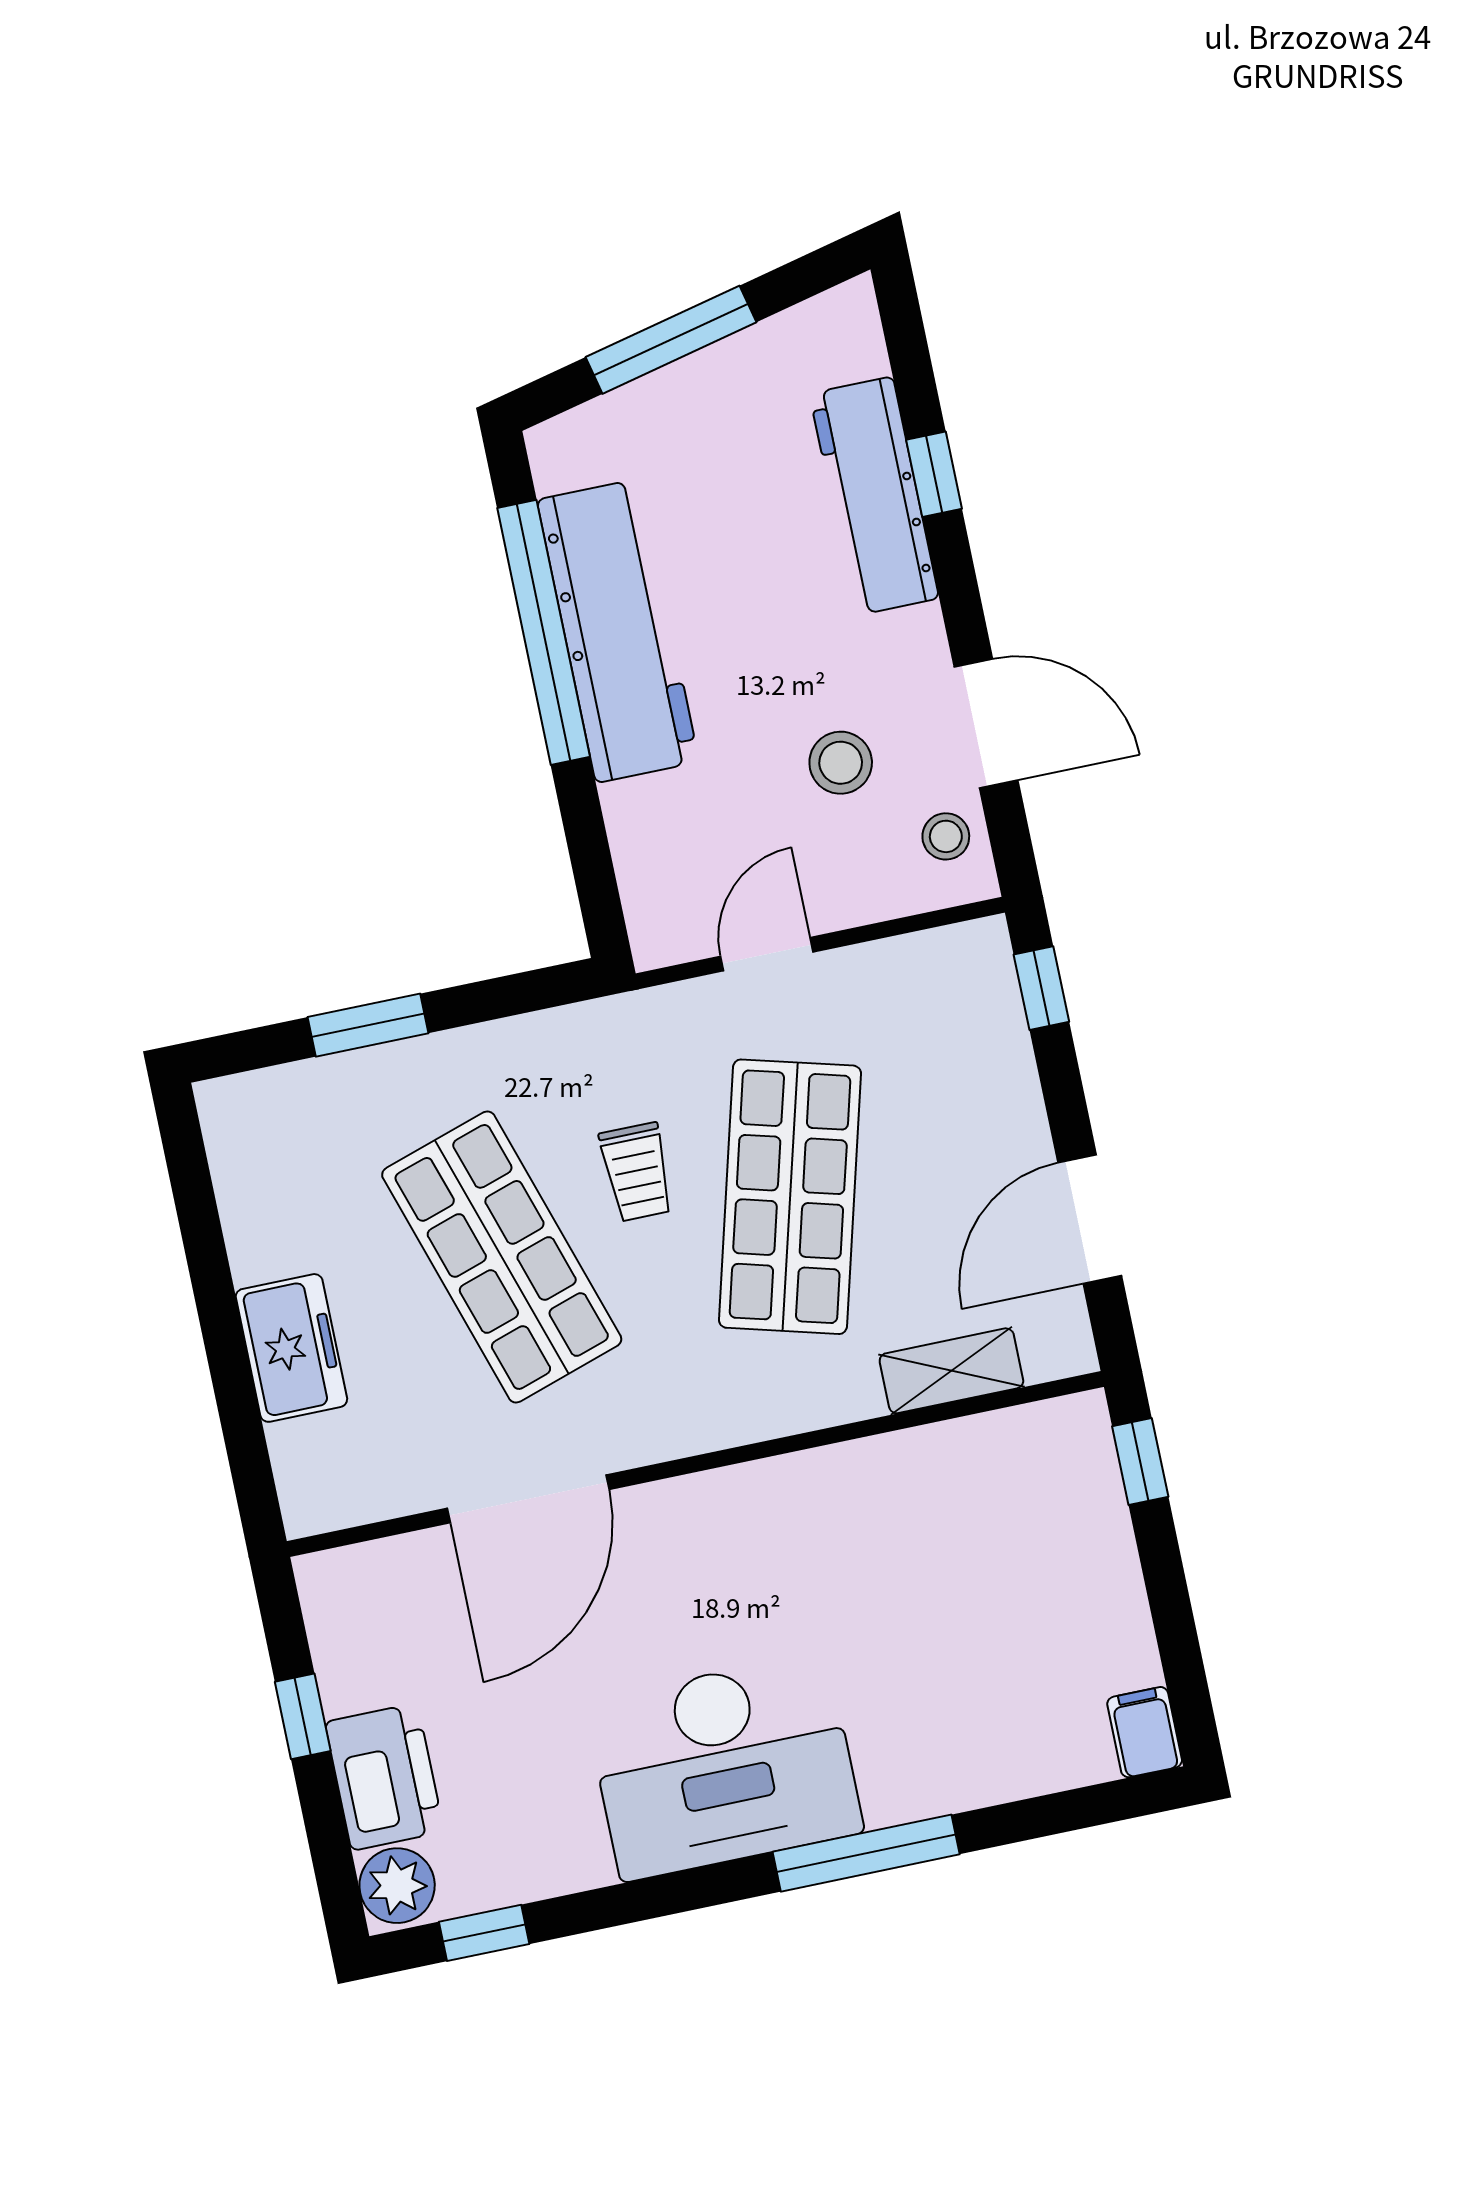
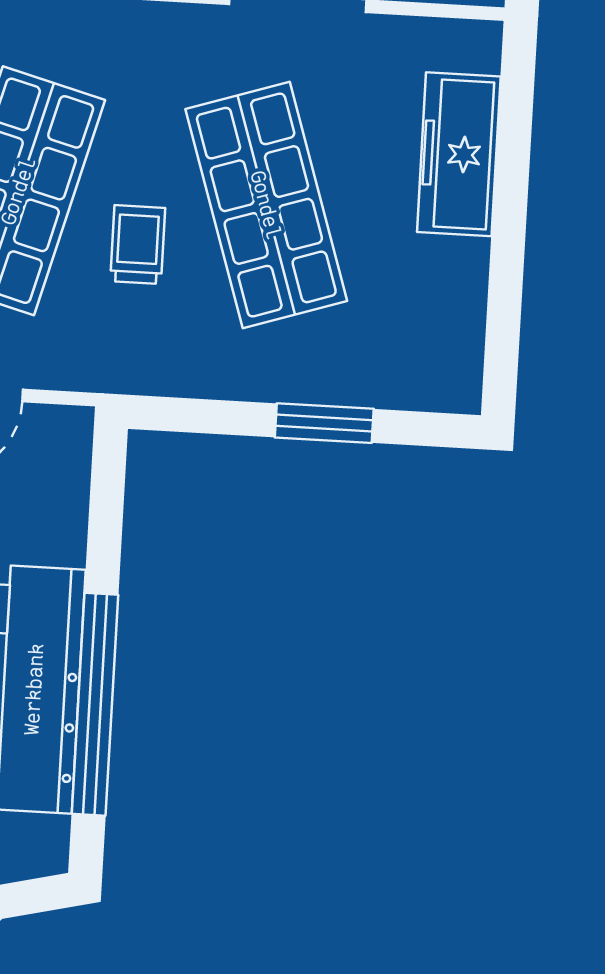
freezer: (291, 1348) -> (459, 154), width x1.40

